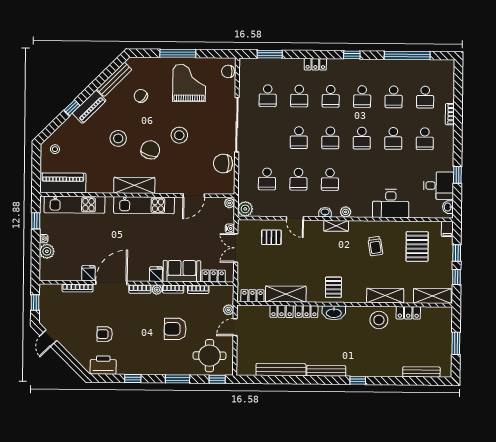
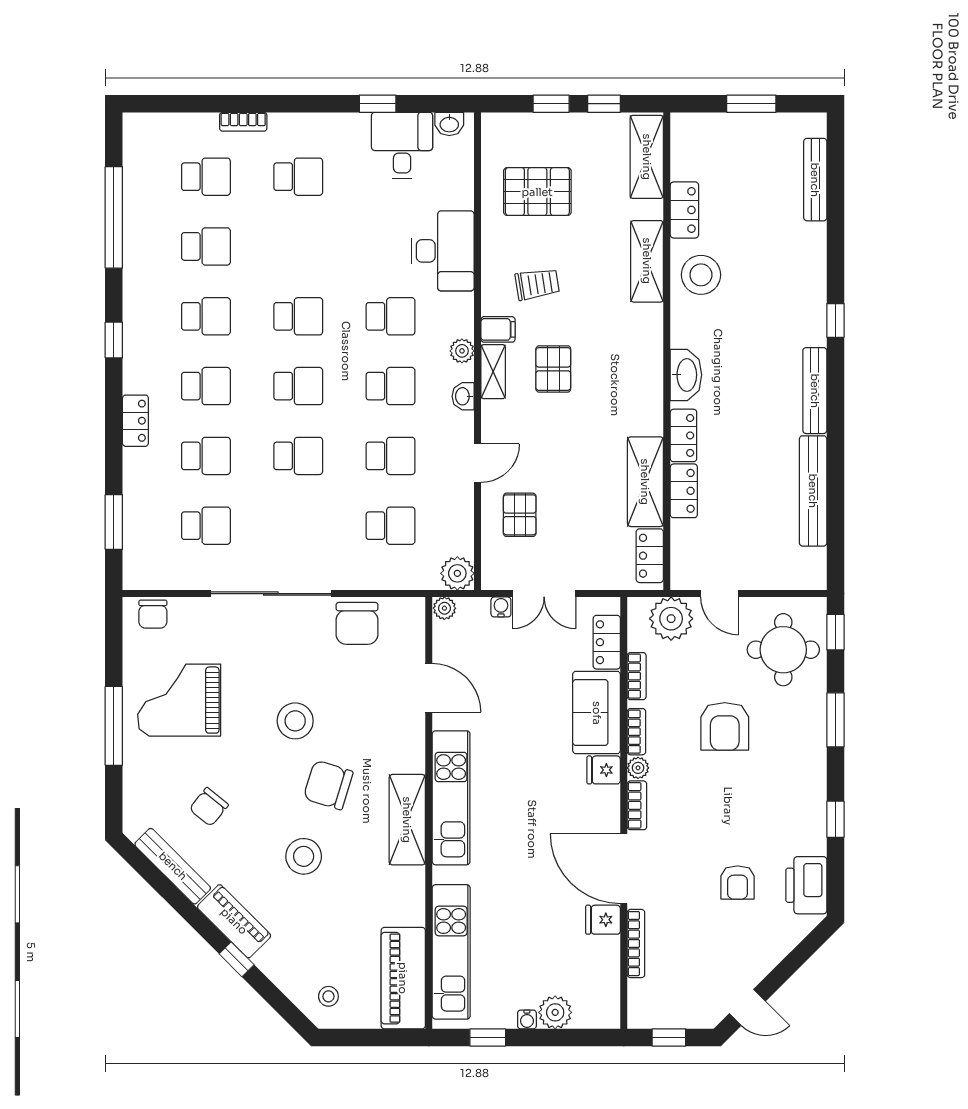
school desk: (393, 138) -> (391, 316), moved
filing cabinet: (447, 229) -> (498, 329), moved
pallet: (333, 287) -> (553, 369), moved, turned 90
plant: (228, 310) -> (671, 619), width x1.88, depth x1.88

